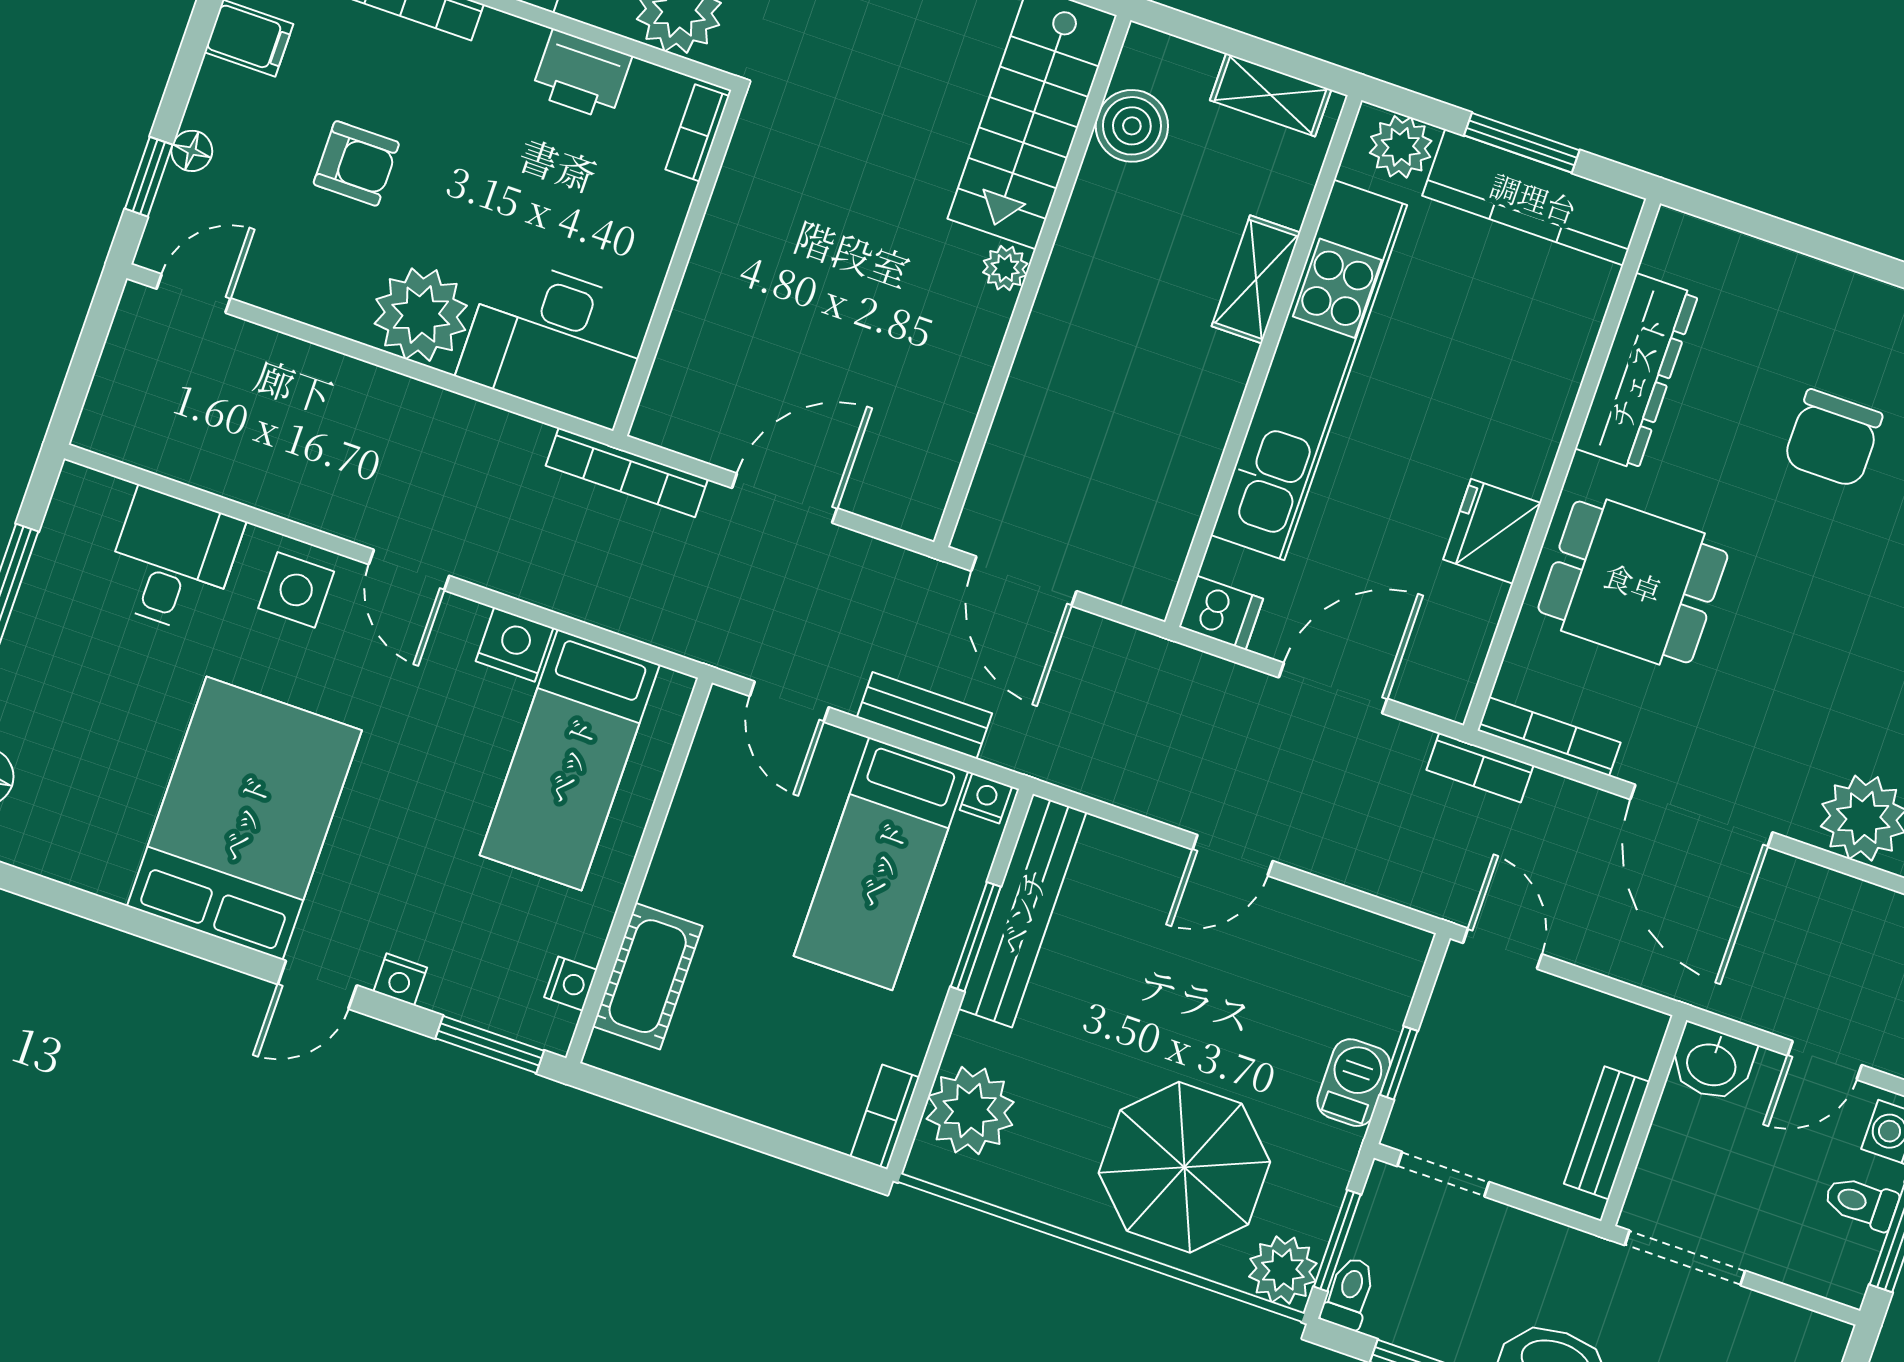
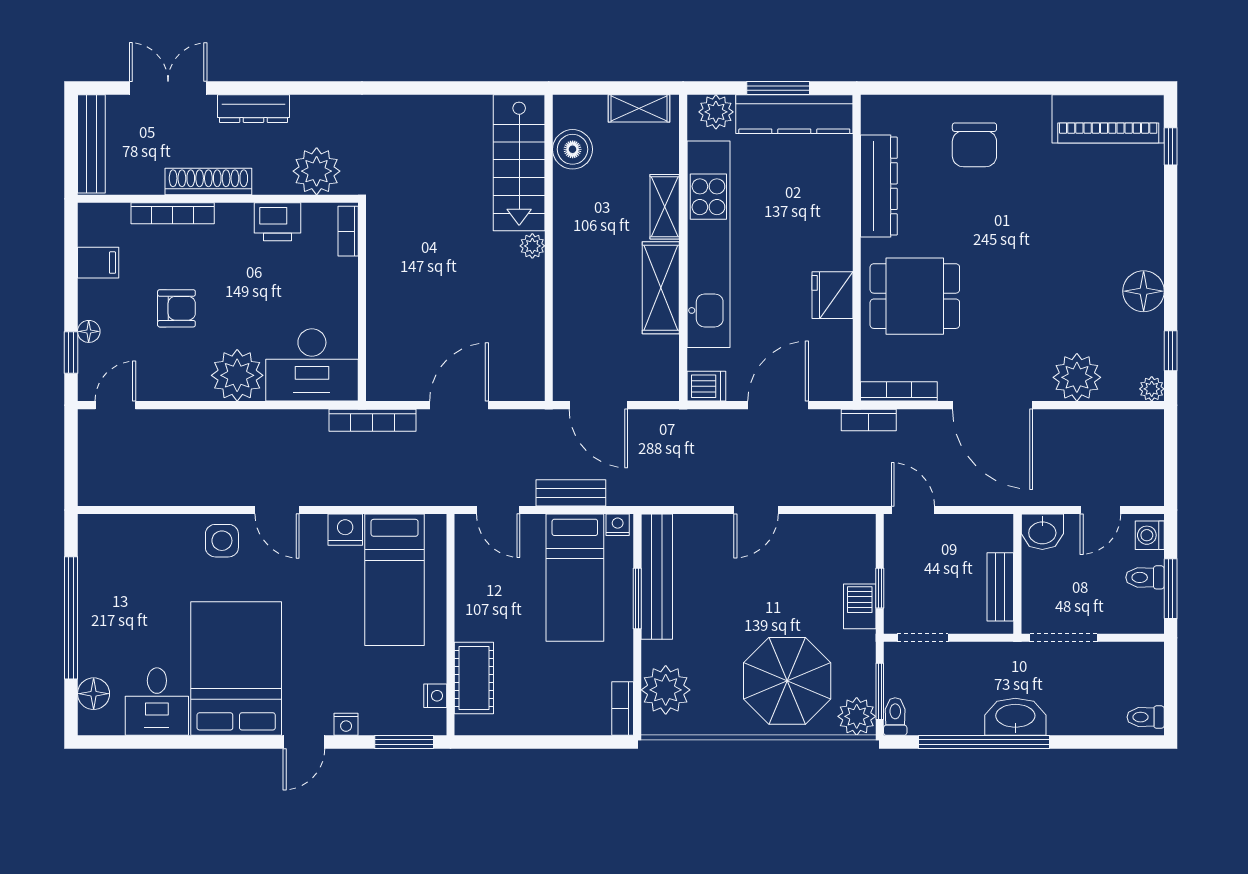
shelving: (1201, 416) -> (661, 288), added
chair: (1833, 438) -> (974, 145), moved
desk: (172, 561) -> (157, 702), moved, turned 180

